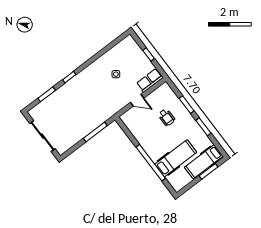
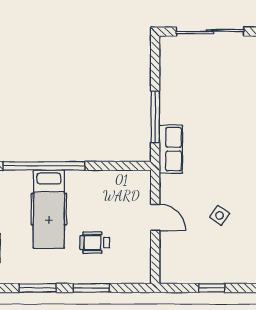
row of seats: (150, 80) -> (171, 149), moved
door: (137, 100) -> (155, 217), swing flipped
hospital bed: (176, 158) -> (49, 209), moved

